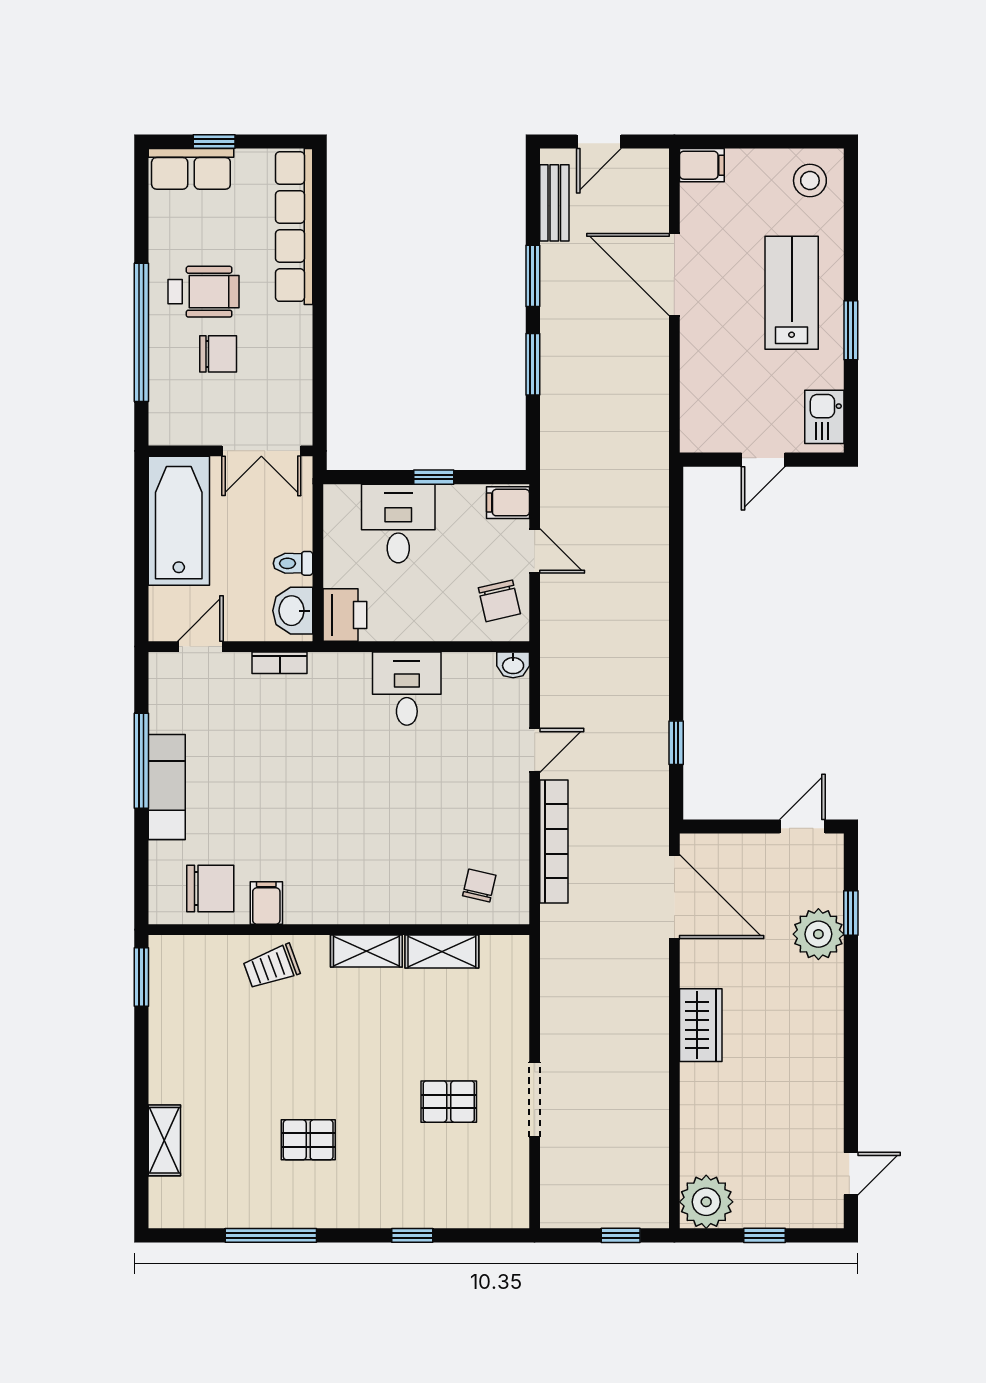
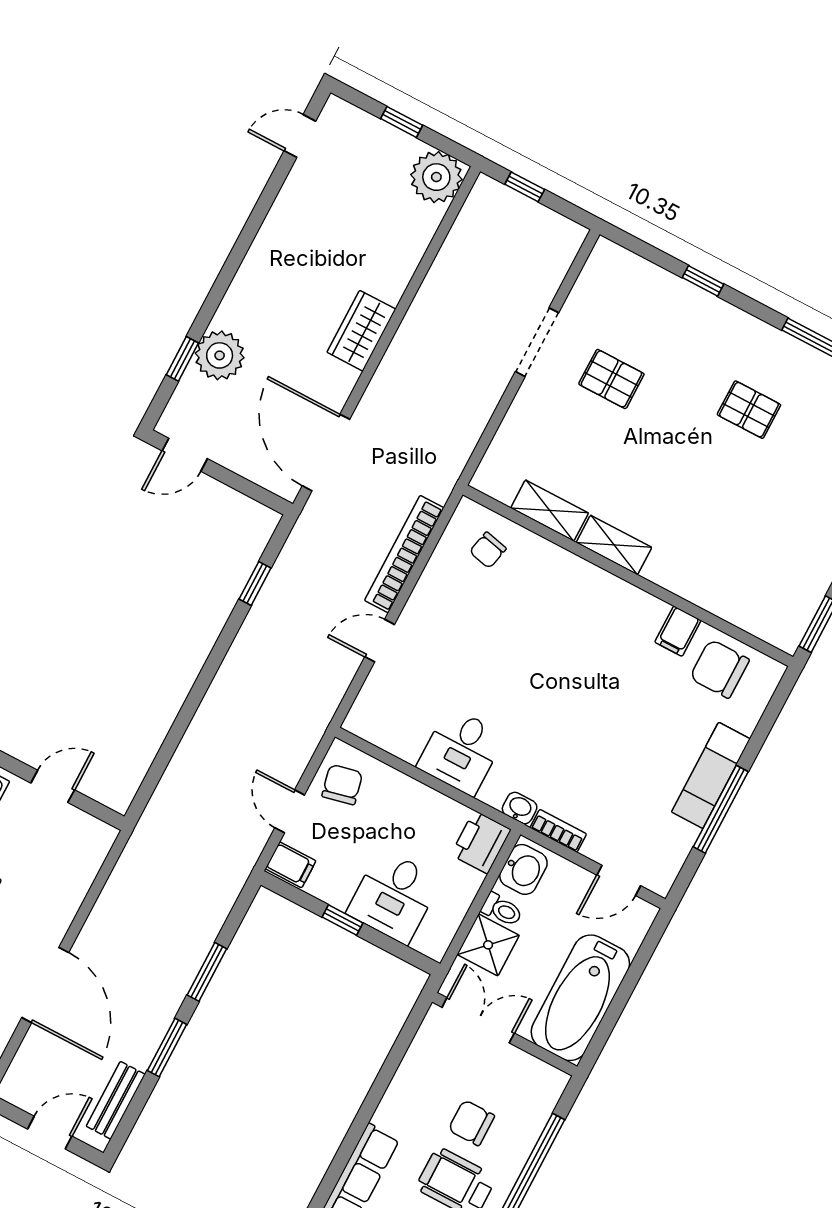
shower: (289, 525) -> (488, 945), added
washbasin: (513, 665) -> (520, 808), moved
trolley: (272, 967) -> (702, 574), removed

